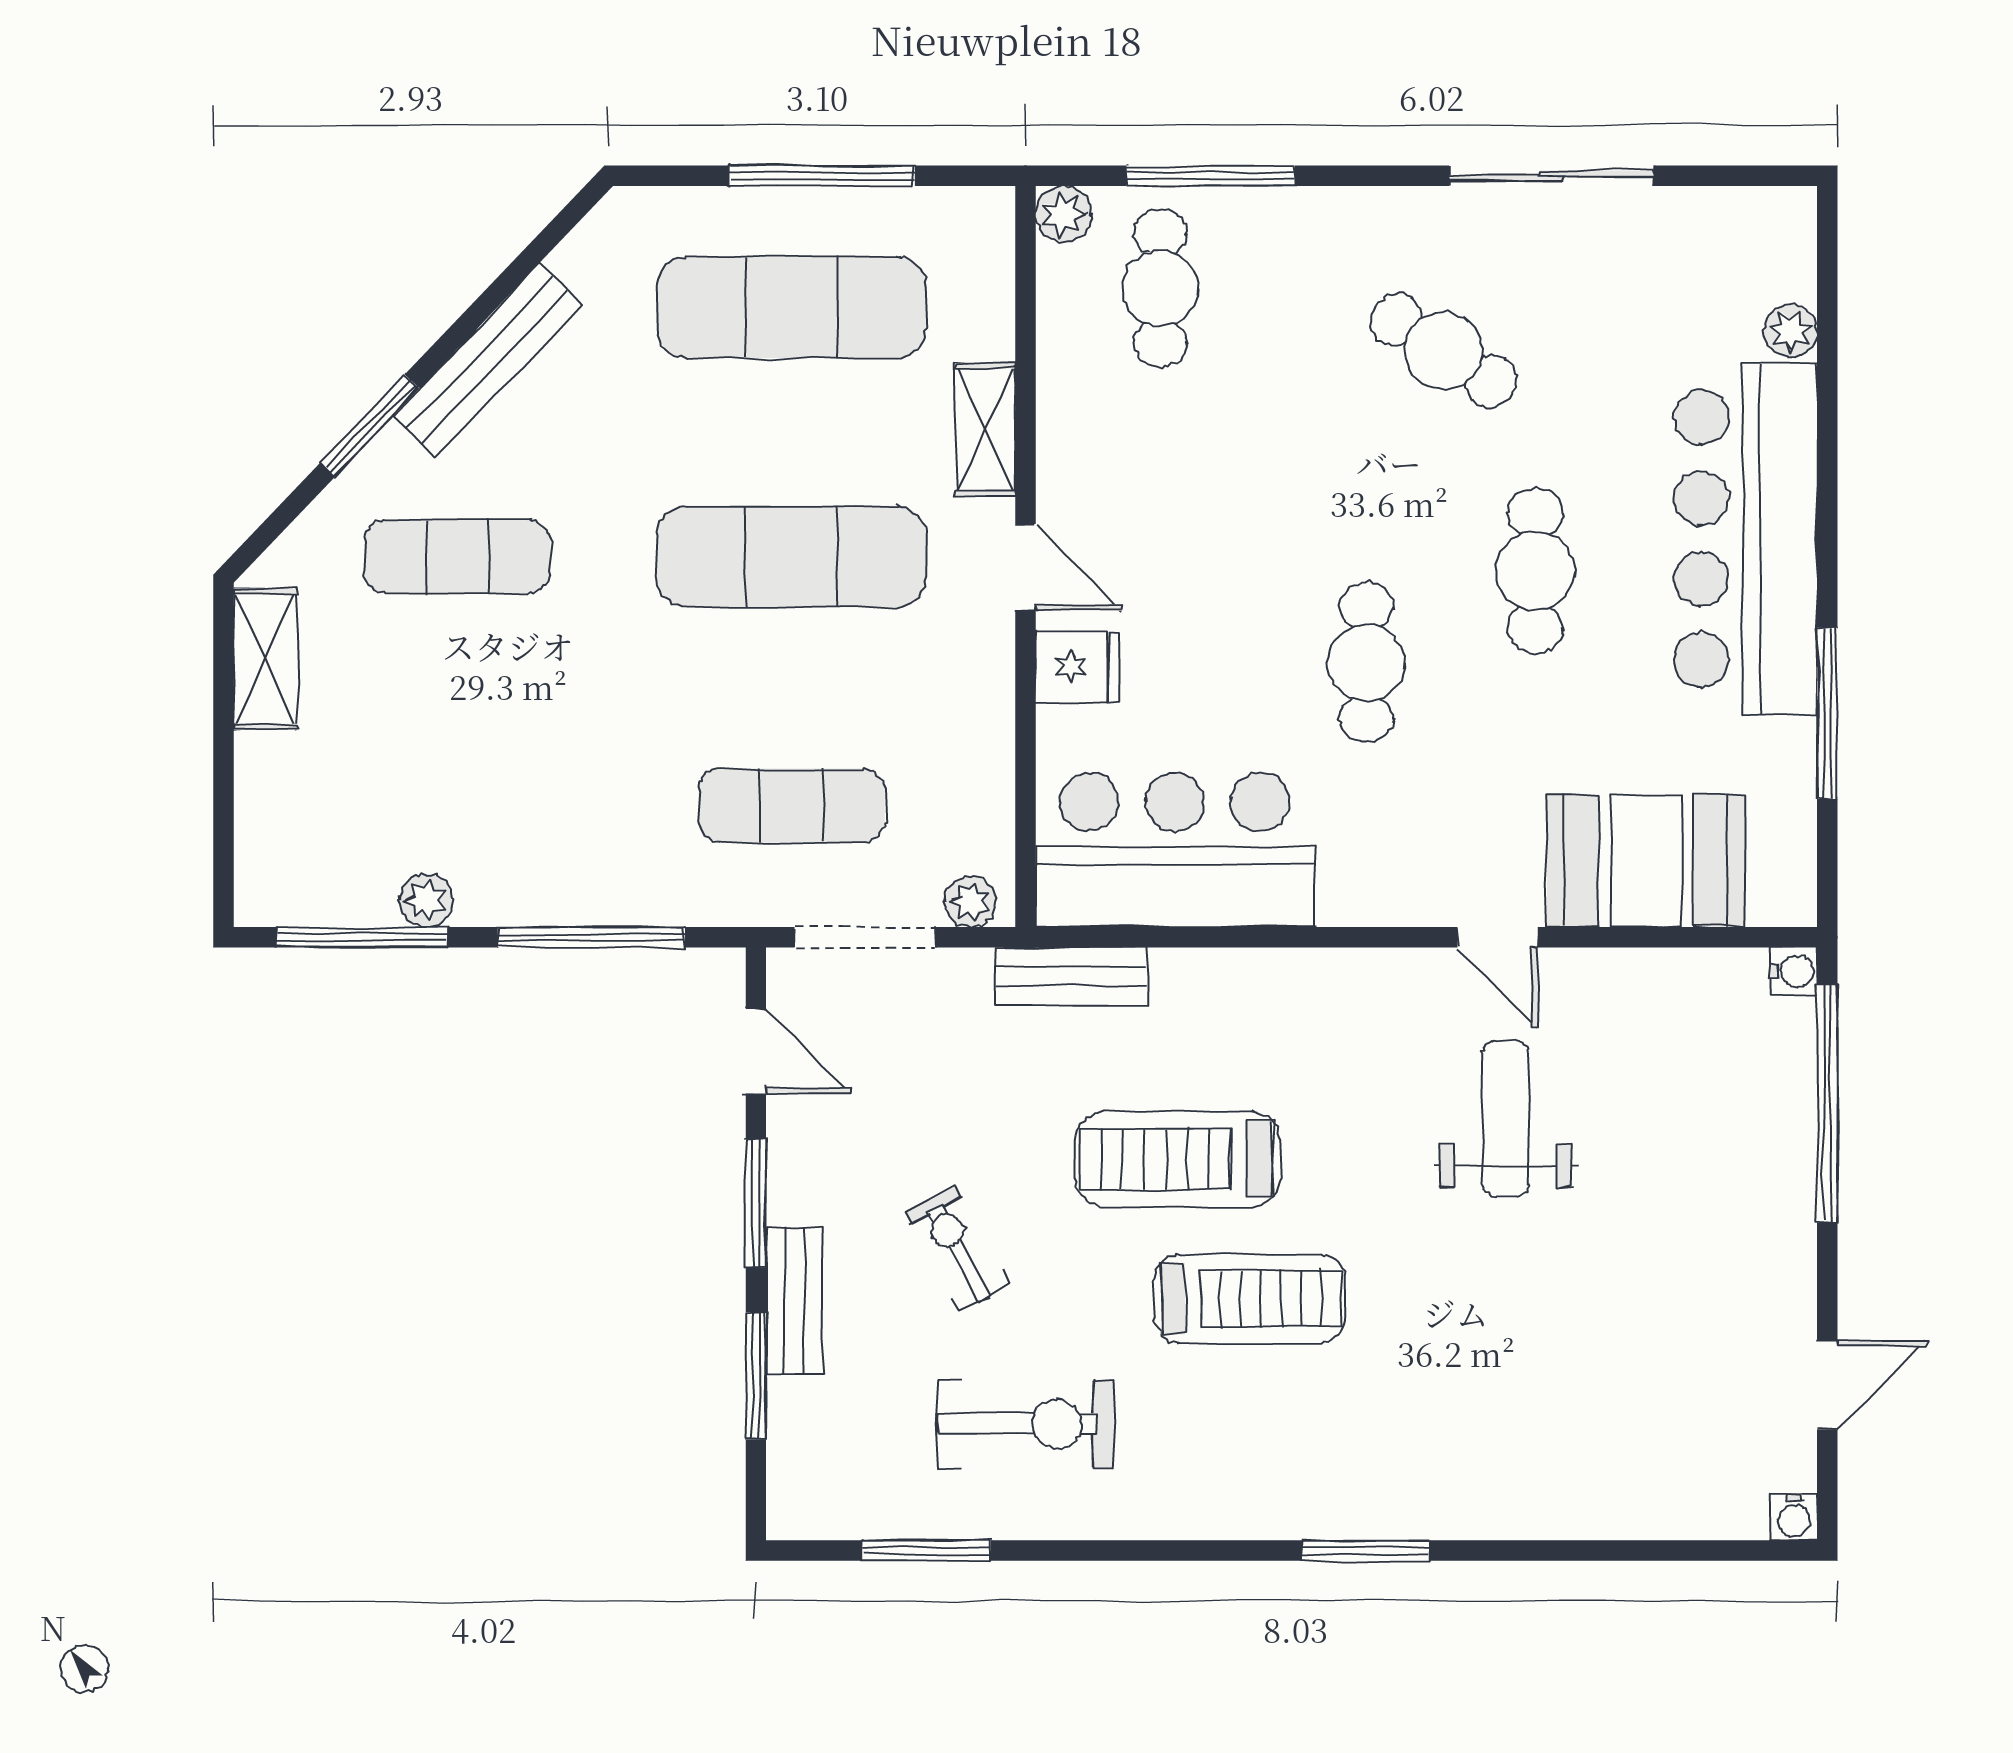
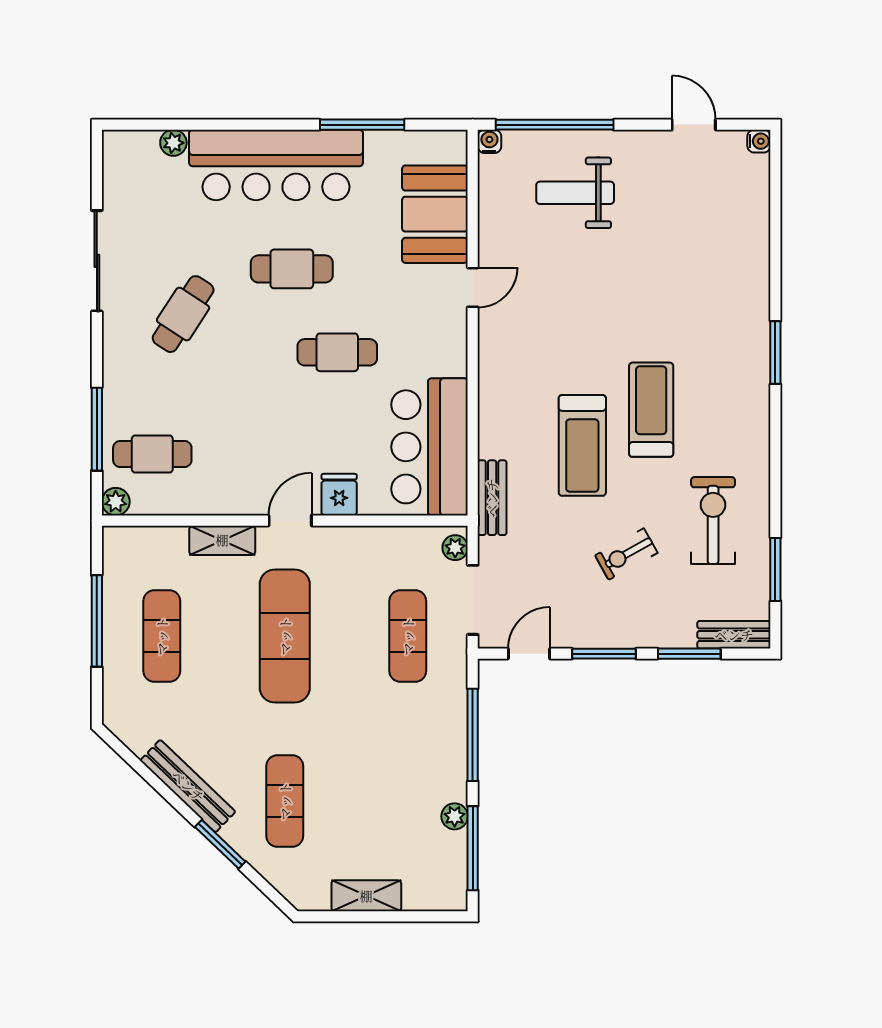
exercise mat: (792, 307) -> (162, 636), width x0.73, depth x0.69
shelving: (265, 659) -> (366, 896), moved
weight bench: (1505, 1118) -> (575, 193), moved
bench: (794, 1301) -> (734, 635), moved

